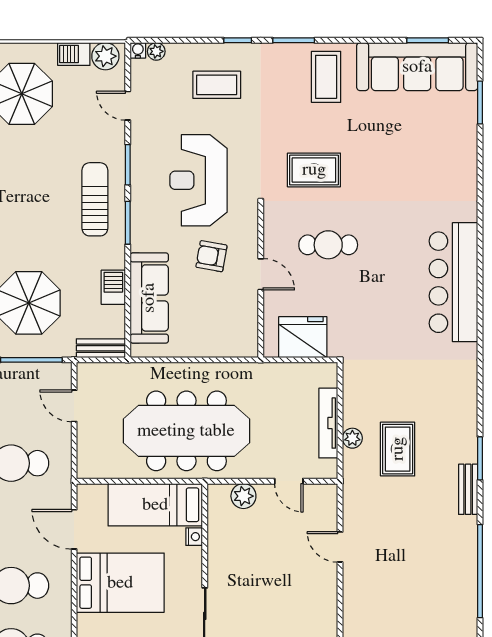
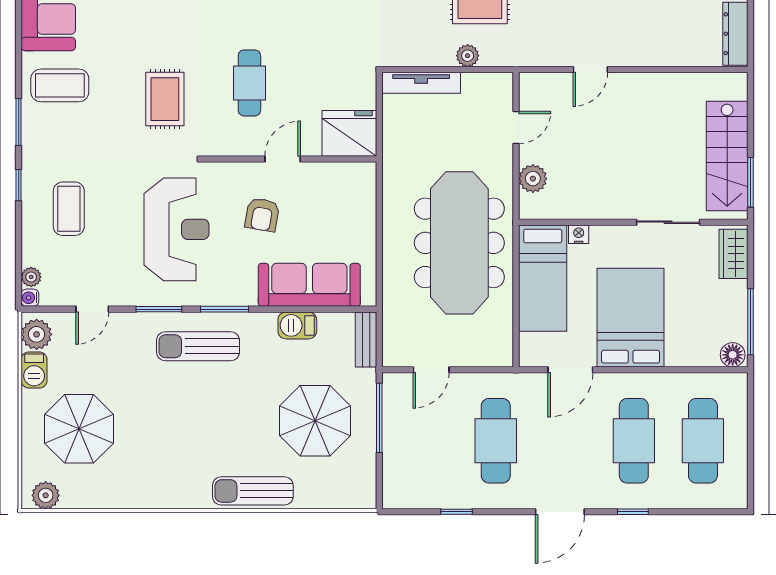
reception desk: (199, 180) -> (177, 229), turned -90
fridge: (303, 337) -> (349, 133), moved, turned 90
tv unit: (328, 423) -> (421, 83), moved

